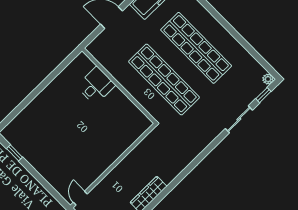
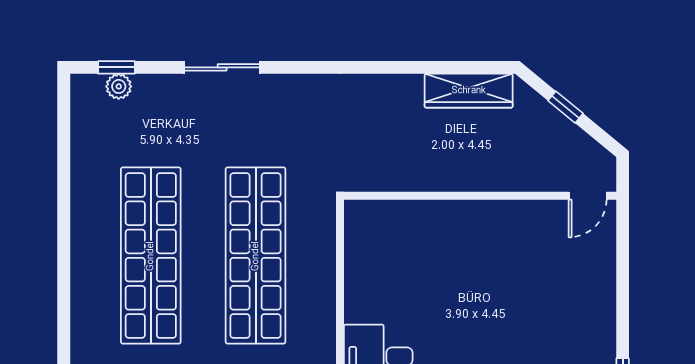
plant: (268, 79) -> (119, 86), moved
sliding door: (239, 119) -> (222, 67), moved

